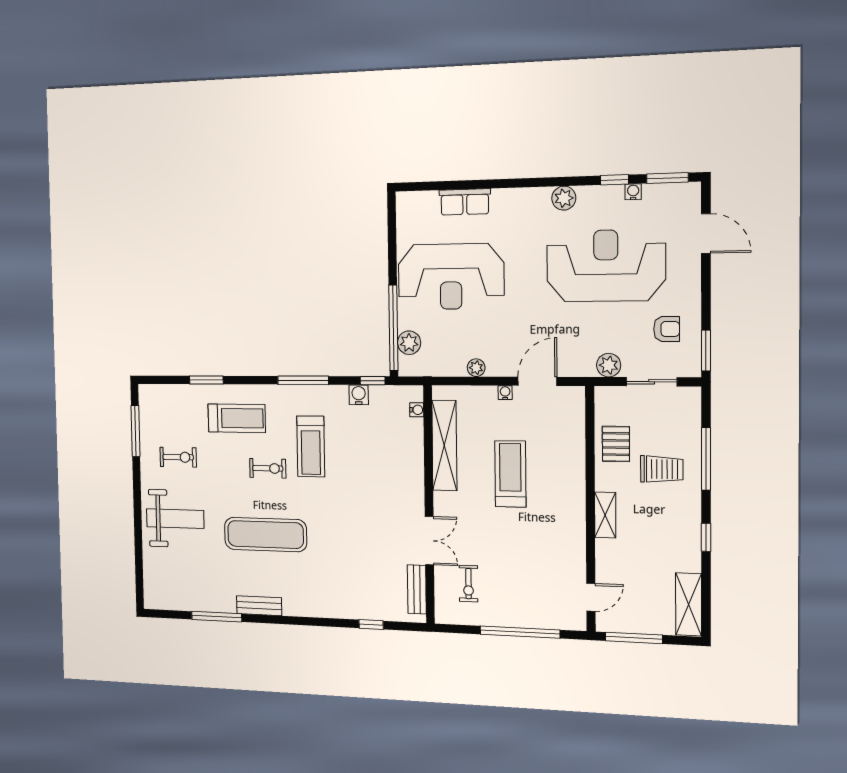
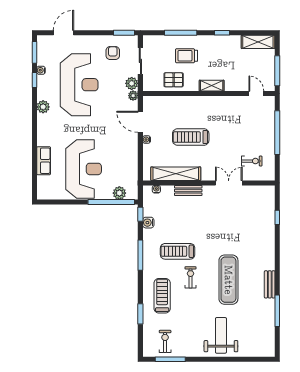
reception desk: (606, 266) -> (79, 85), turned 180
plant: (476, 368) -> (133, 96), moved
treadmill: (311, 446) -> (178, 251), turned 180
exercise bike: (178, 457) -> (165, 341), moved
trolley: (662, 469) -> (187, 56), turned -90
bench: (417, 589) -> (188, 191), moved

